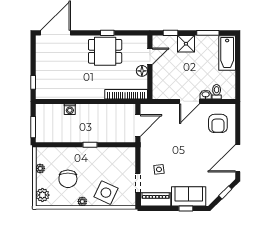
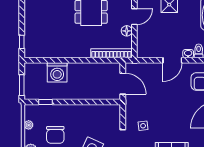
washing machine: (70, 109) -> (57, 72), width x1.89, depth x1.89
door: (138, 126) -> (123, 84), hinge flipped
window: (90, 145) -> (46, 102), moved

